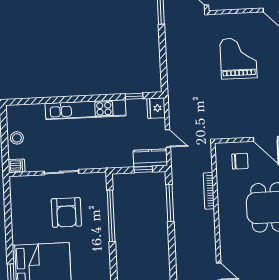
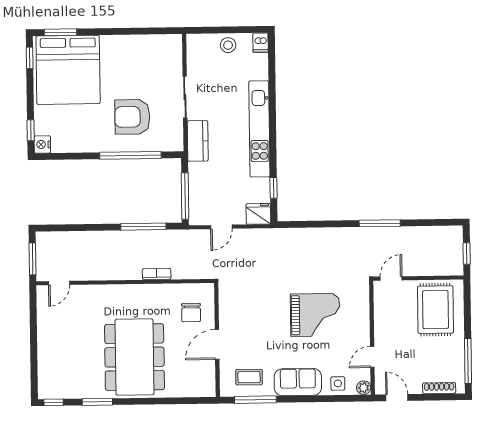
kitchen counter: (150, 158) -> (198, 141), moved
dishwasher: (17, 165) -> (261, 43), moved
window: (143, 169) -> (185, 196), width x2.17
bookcase: (209, 191) -> (157, 274), width x0.64
armchair: (66, 212) -> (132, 117), moved

